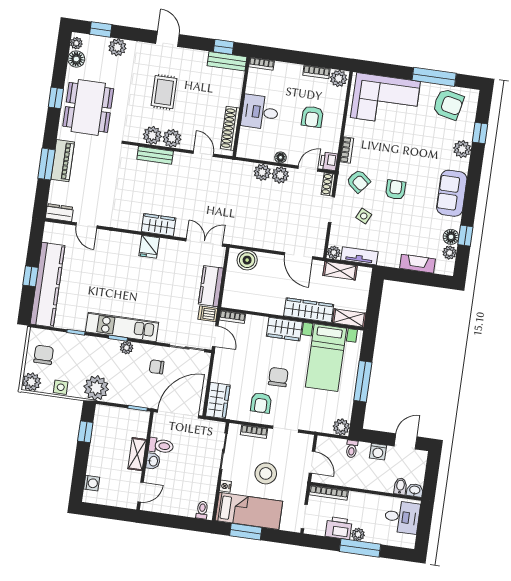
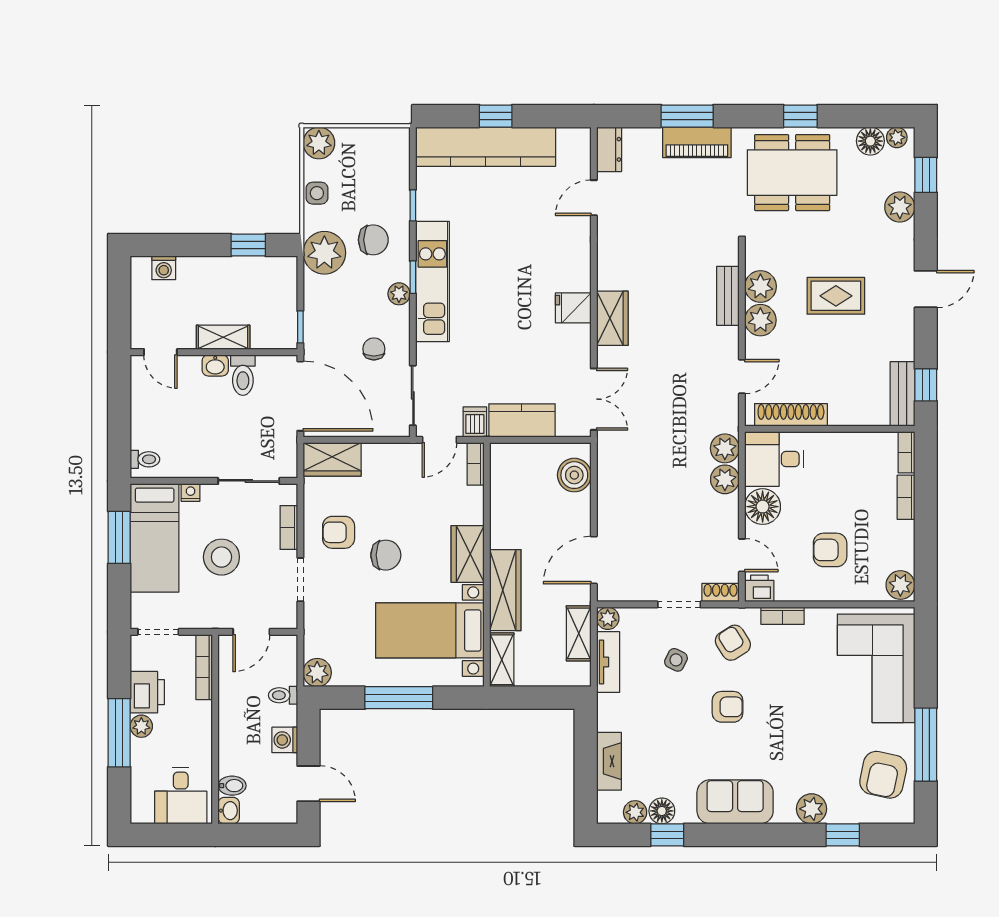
bookcase: (316, 72) -> (906, 497), moved
desk: (260, 112) -> (774, 459), moved, turned -90
floor lamp: (281, 157) -> (763, 507), width x1.89, depth x1.89
plant: (280, 175) -> (725, 448), moved
armchair: (358, 181) -> (733, 643), turned 109
chair: (44, 355) -> (373, 240), moved

